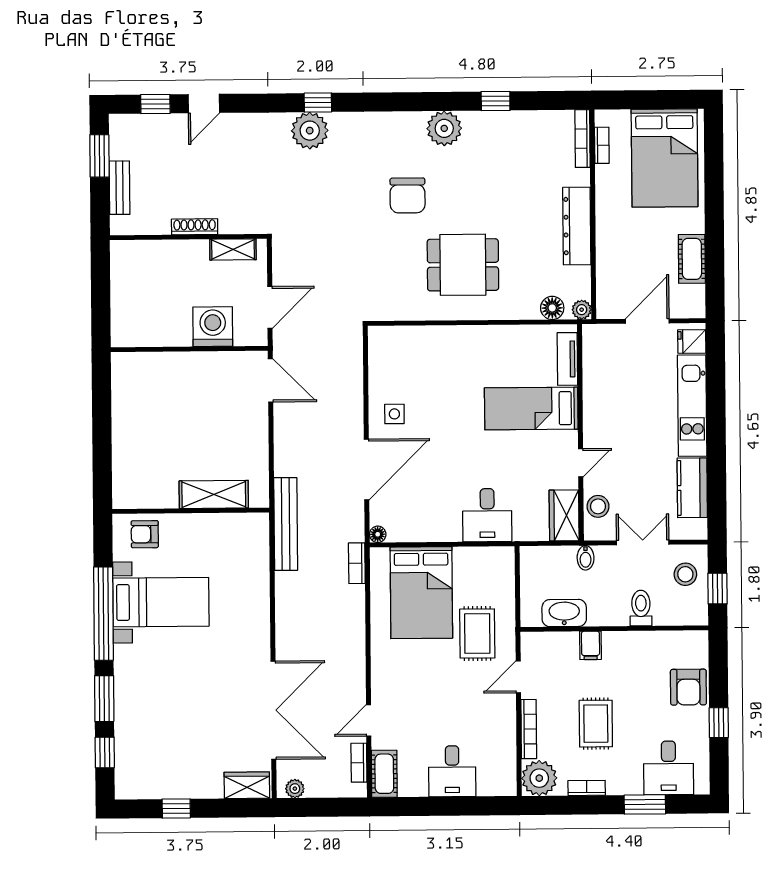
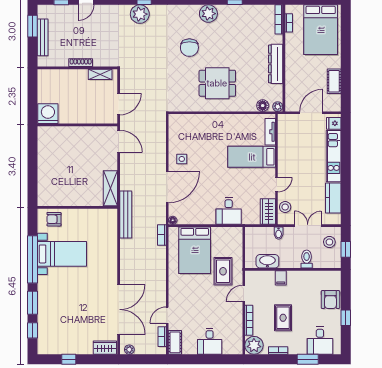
bench: (119, 188) -> (43, 37), width x1.36
washing machine: (213, 327) -> (48, 114), moved
shelving: (214, 494) -> (110, 188), moved, turned 90

